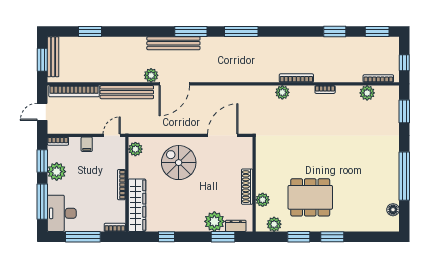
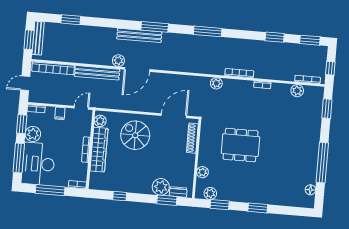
window: (241, 32) -> (208, 31), moved
plant: (282, 92) -> (216, 83), moved
shoe rack: (247, 187) -> (192, 138), moved
dining table: (310, 197) -> (241, 145), moved
wardrobe: (137, 205) -> (99, 150), moved
desk: (62, 213) -> (38, 164), width x1.36, depth x1.30
window: (299, 237) -> (220, 205), moved

